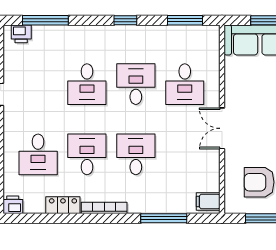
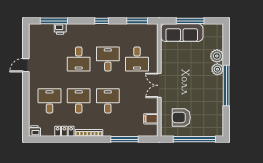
printer: (21, 34) -> (60, 29), moved
desk: (38, 154) -> (50, 101), turned 180
filing cabinet: (208, 202) -> (151, 119), moved

